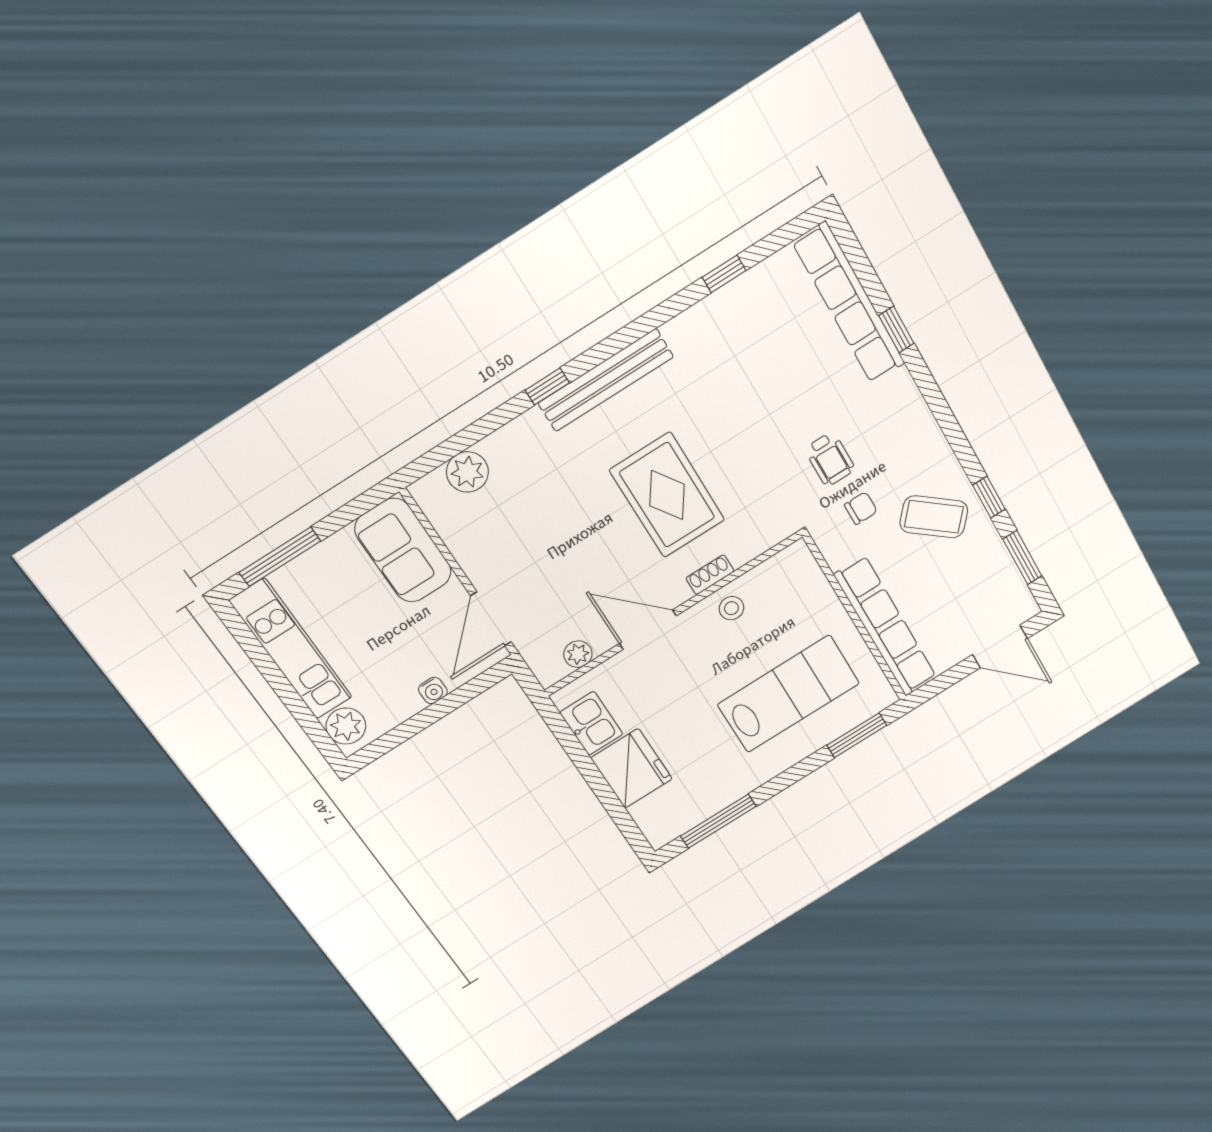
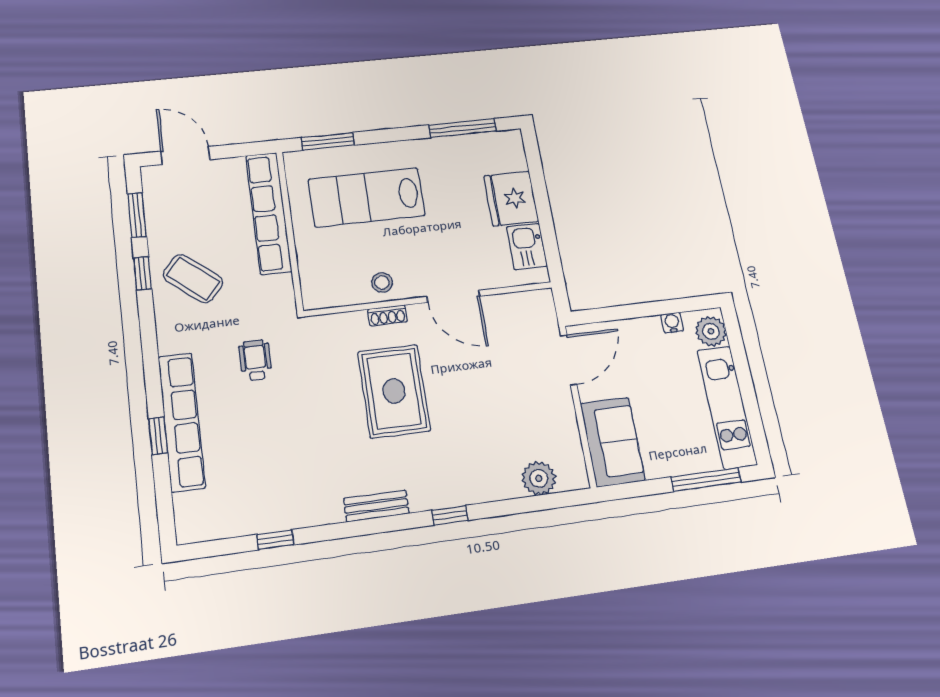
row of seats: (849, 303) -> (182, 422), moved
bench: (606, 380) -> (376, 506), width x0.54, depth x0.82
chair: (861, 508) -> (248, 312), removed
plant: (578, 654) -> (515, 303), removed
water cooler: (433, 690) -> (672, 323), moved

